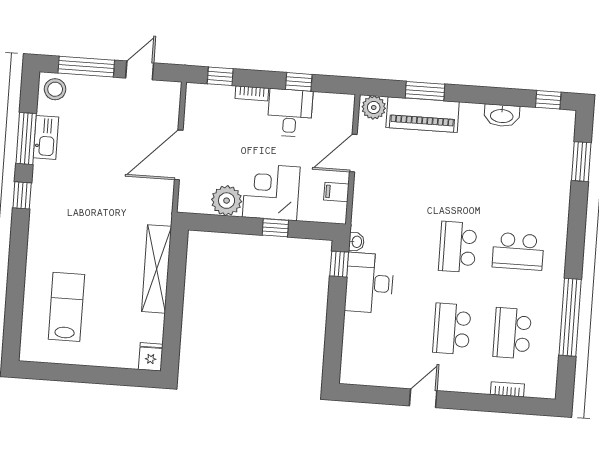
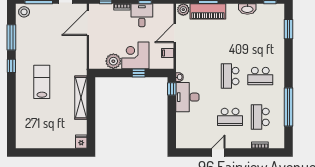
kitchen sink: (46, 137) -> (21, 36), removed
door: (179, 155) -> (88, 23), moved
lab bench: (66, 307) -> (42, 82), moved
school desk: (452, 329) -> (230, 117), turned -90

